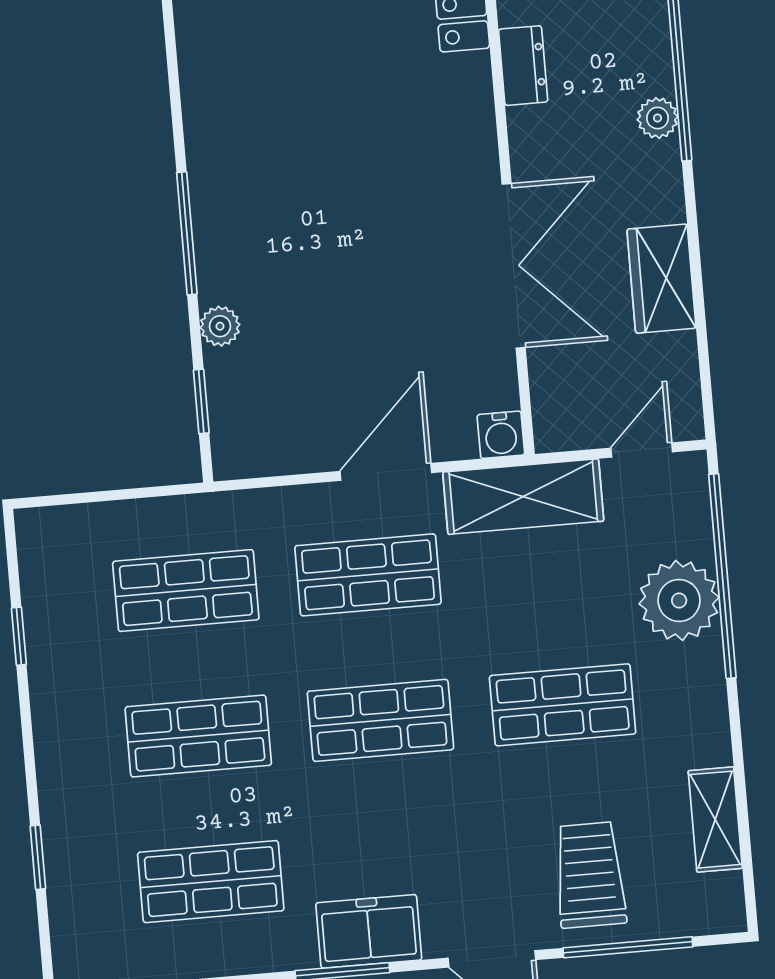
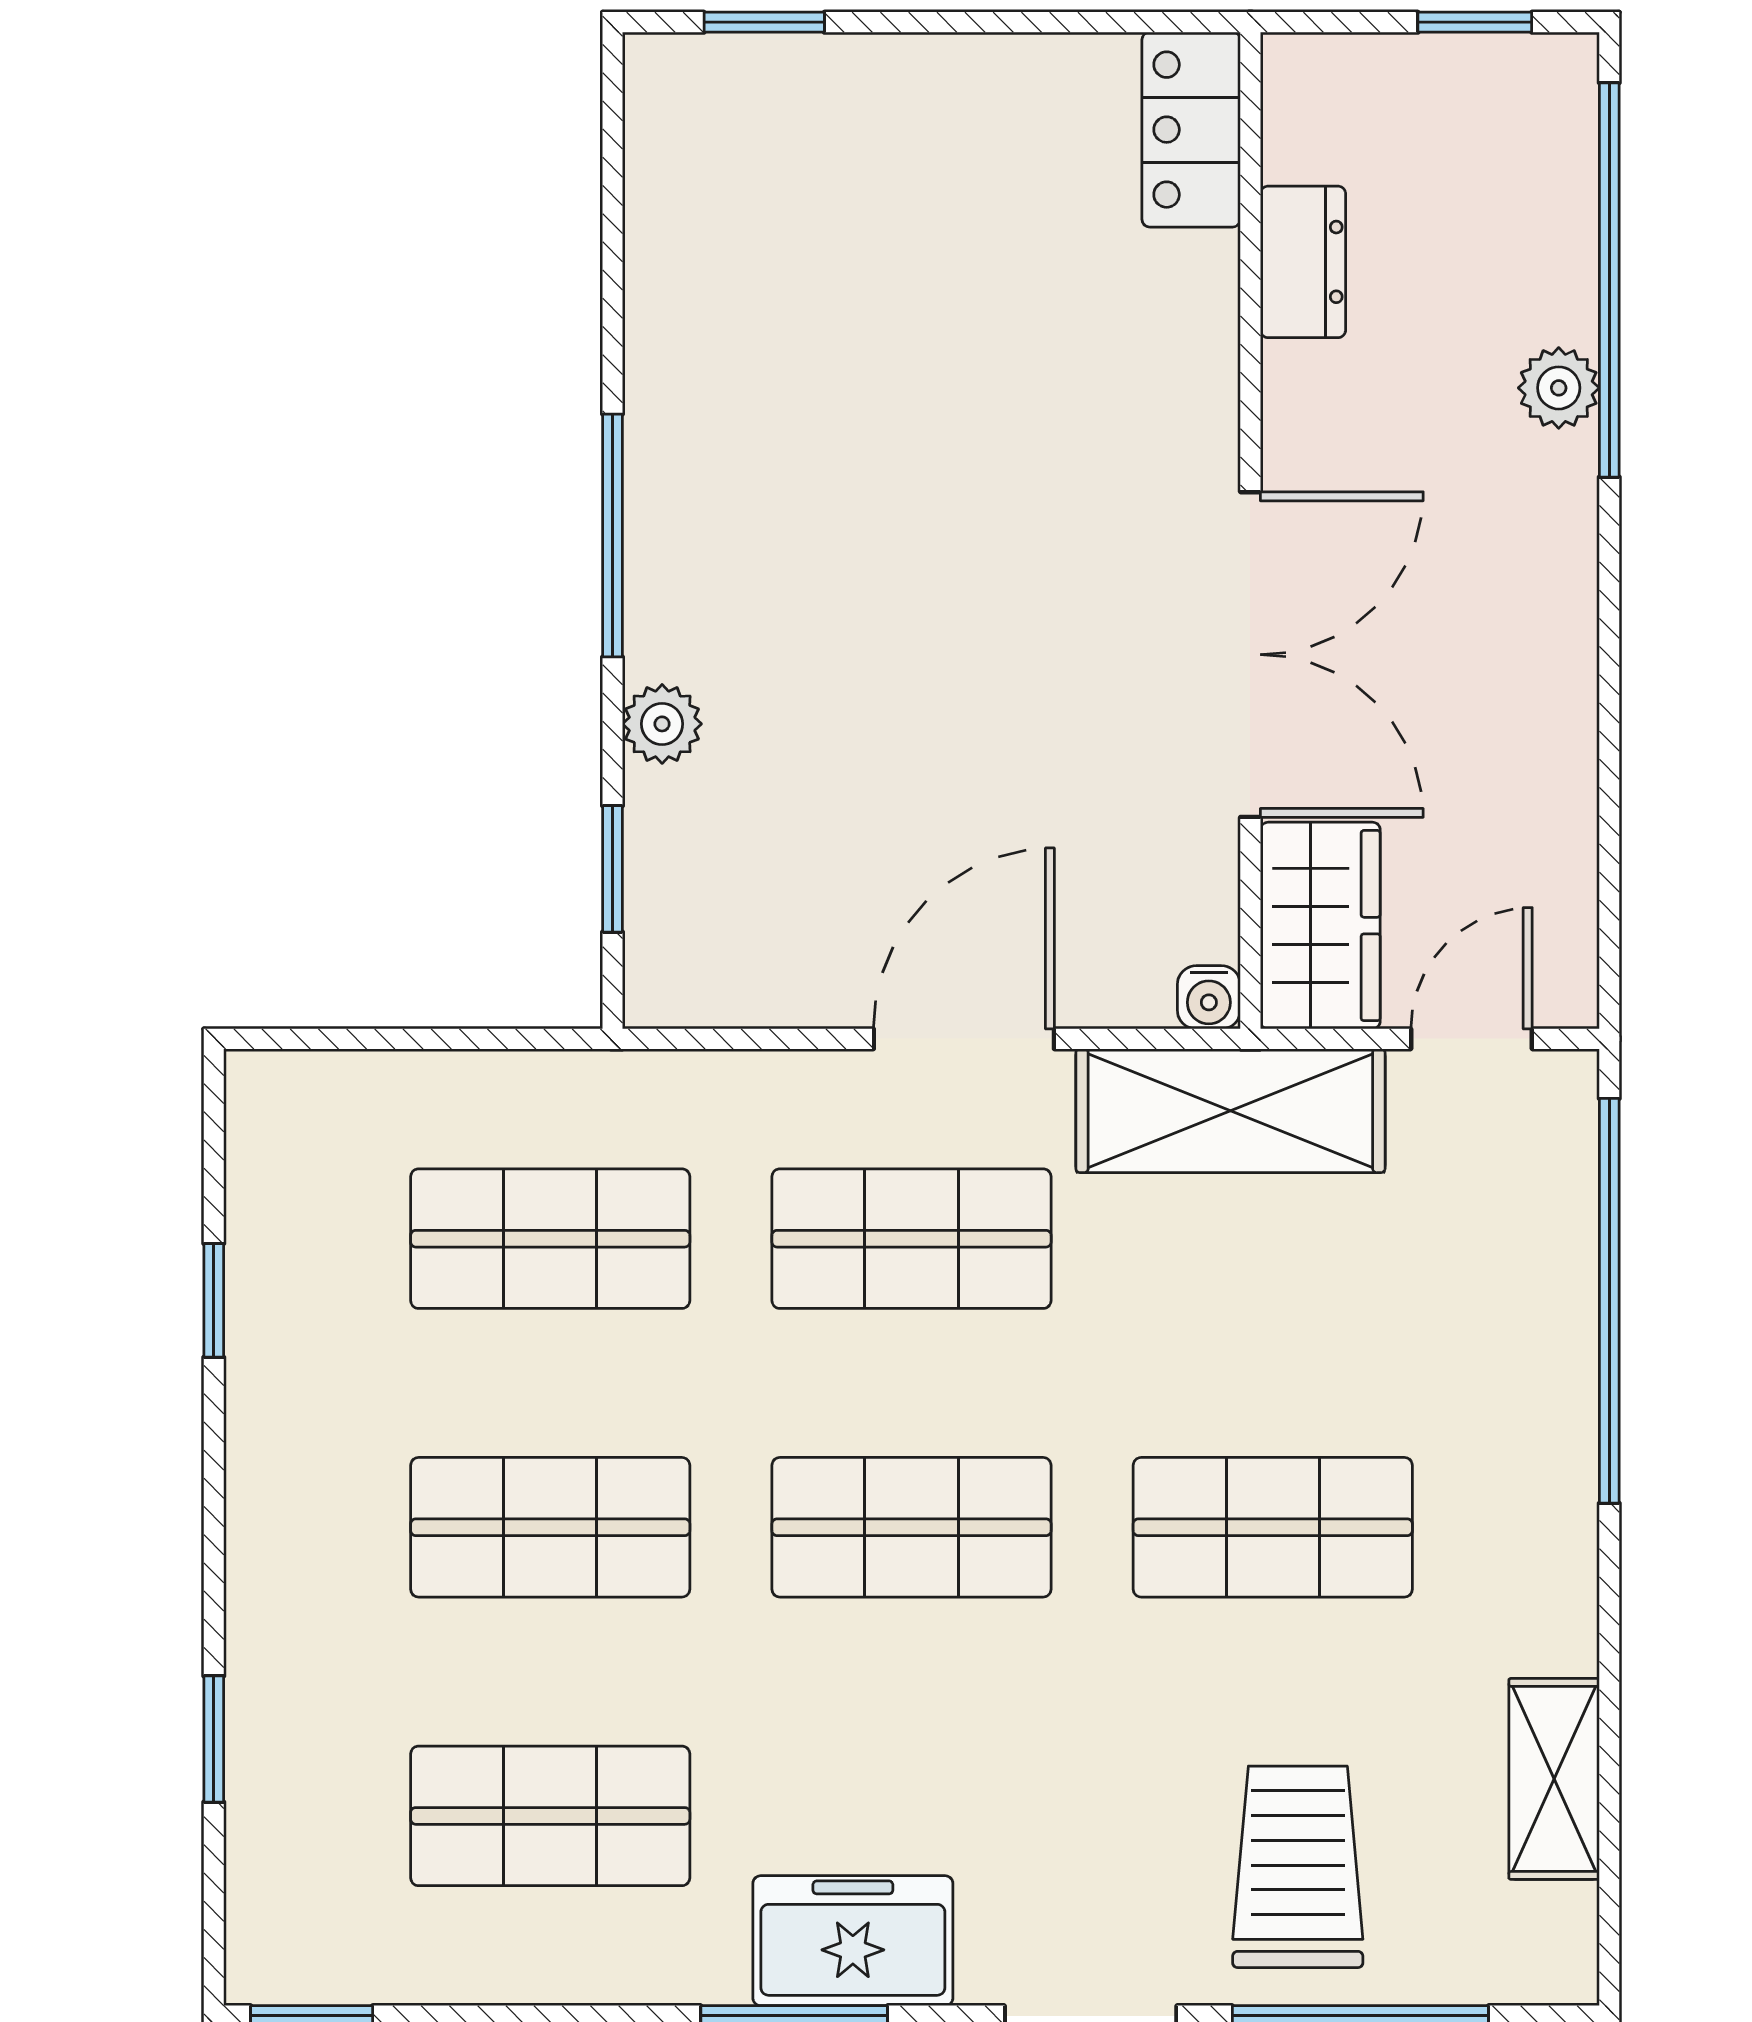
wardrobe: (661, 279) -> (1320, 926), moved, turned 180
water cooler: (501, 435) -> (1209, 997), width x0.72, depth x0.72
plant: (679, 600) -> (1520, 1342), removed

